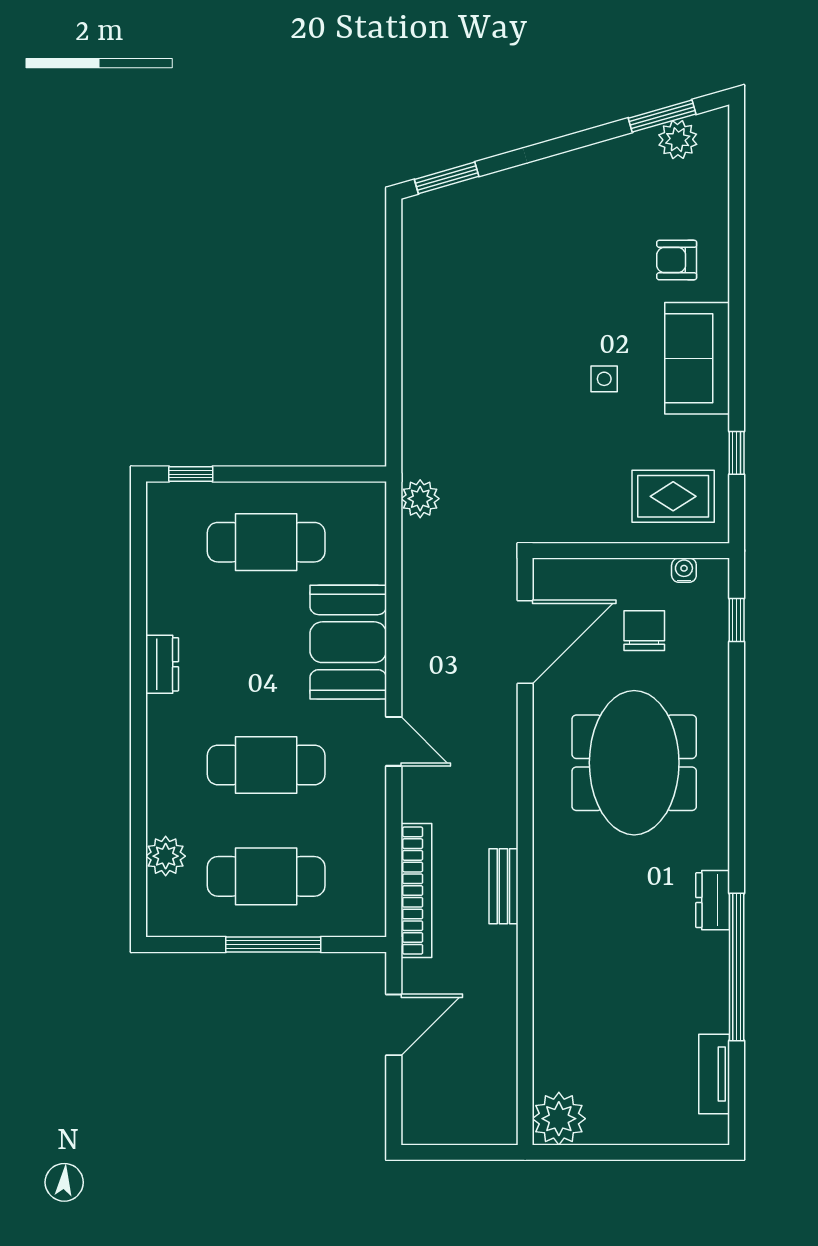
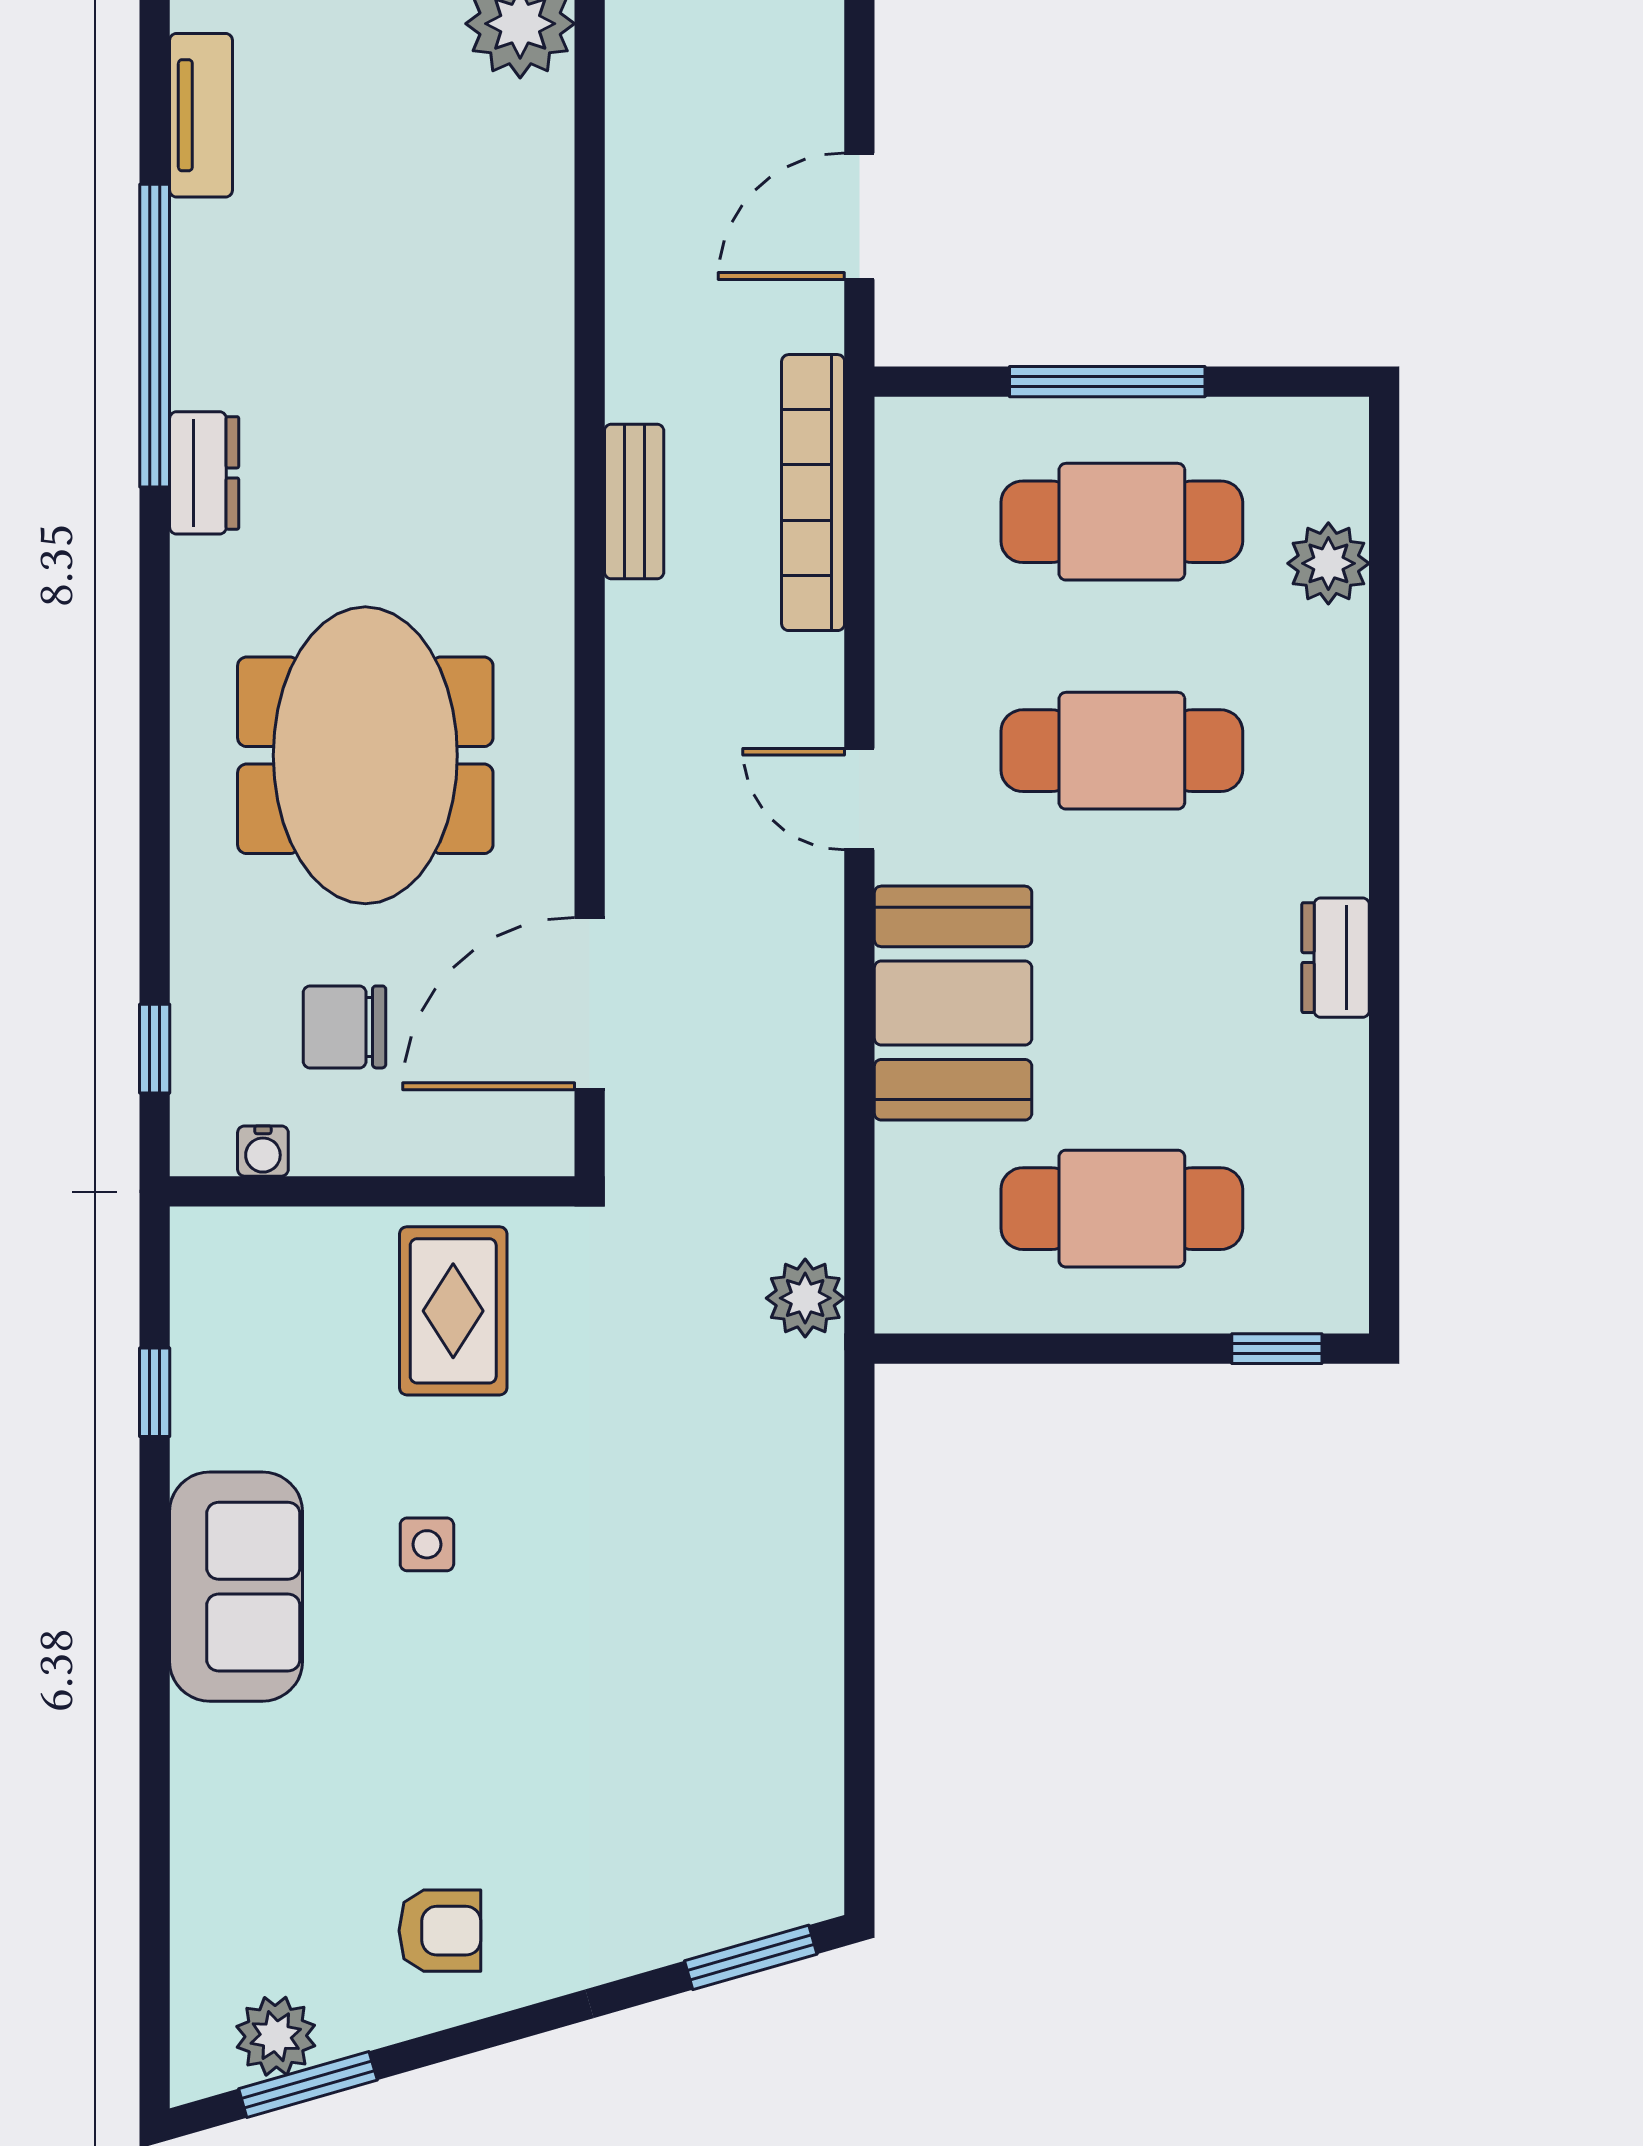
armchair: (677, 260) -> (440, 1931), moved
rug: (673, 496) -> (453, 1311), moved, turned 90
chair: (644, 631) -> (345, 1027), turned 90

